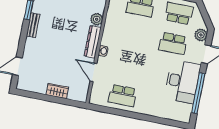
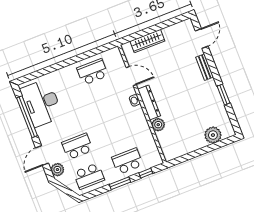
bench: (33, 25) -> (205, 67), moved
desk: (182, 81) -> (41, 103), moved
wardrobe: (57, 91) -> (147, 41), width x1.50

